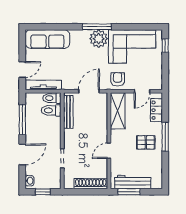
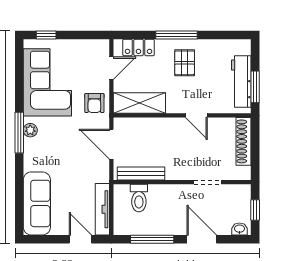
plant: (99, 39) -> (30, 130), width x0.53, depth x0.53
armchair: (118, 79) -> (94, 103), turned -90
door: (142, 91) -> (111, 68), hinge flipped
toilet: (52, 98) -> (121, 197), removed

